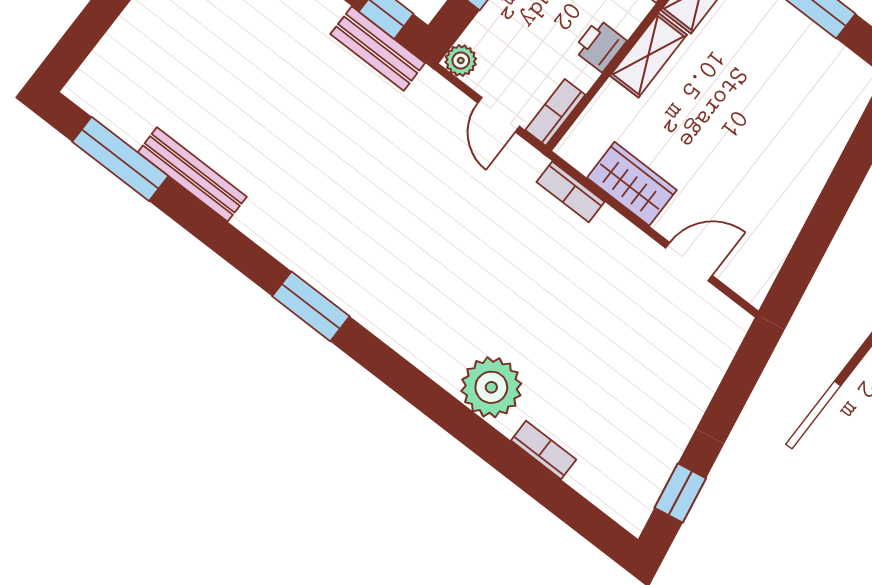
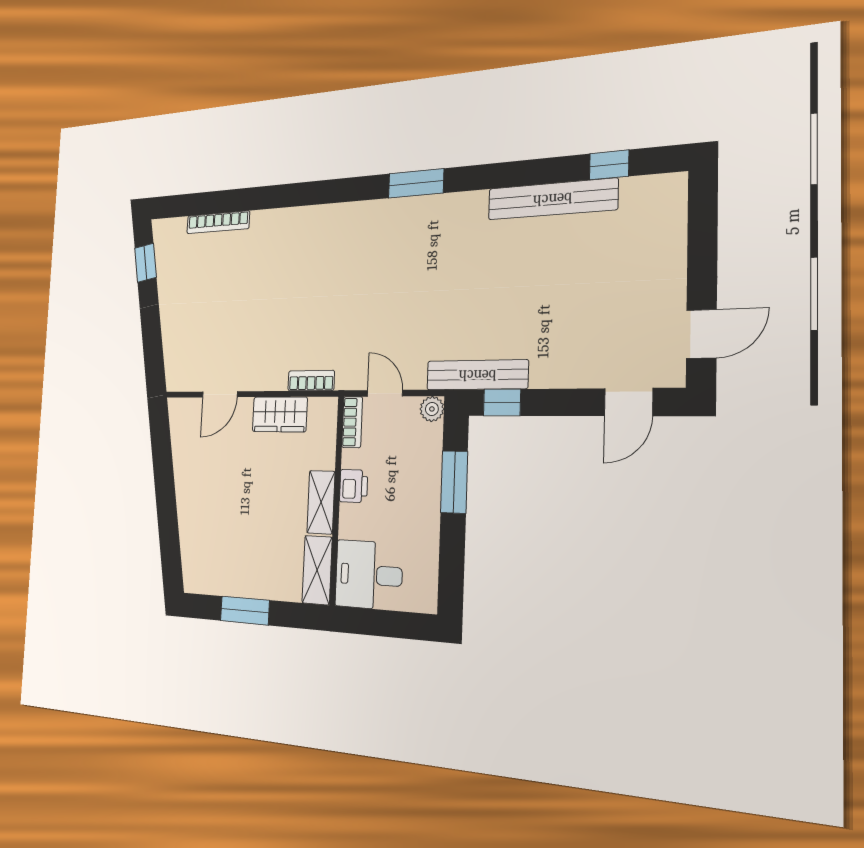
bench: (378, 49) -> (477, 375), width x1.36
window: (120, 159) -> (609, 165), width x0.46
bench: (192, 174) -> (552, 199), width x1.37, depth x1.21
plant: (491, 387) -> (280, 230), removed
bookcase: (544, 450) -> (218, 222), width x1.56

